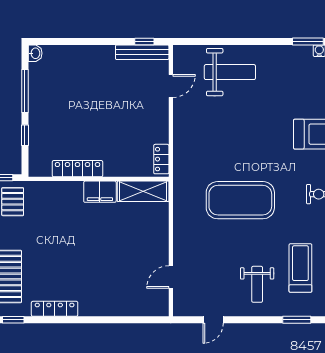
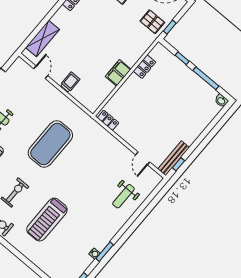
weight bench: (230, 72) -> (123, 196), width x0.73, depth x0.75
locker: (77, 169) -> (145, 67), width x0.66
shelving: (143, 191) -> (42, 38), moved
trolley: (155, 236) -> (70, 82), added

